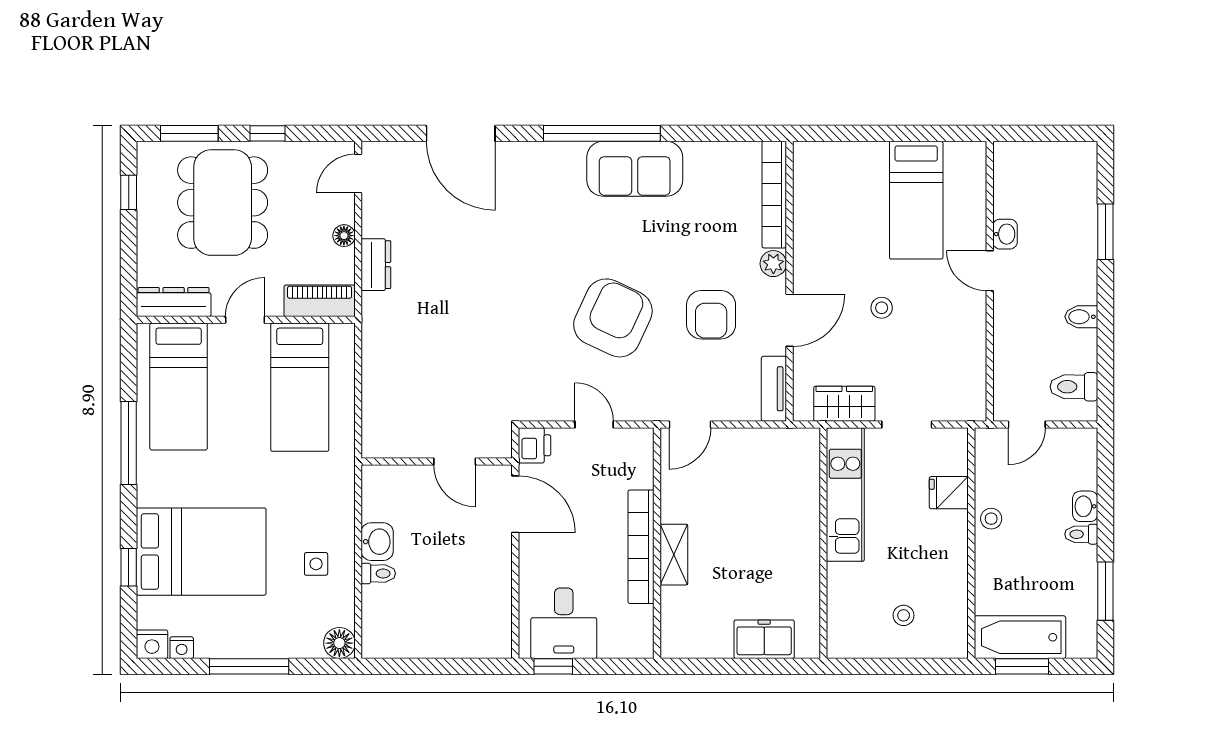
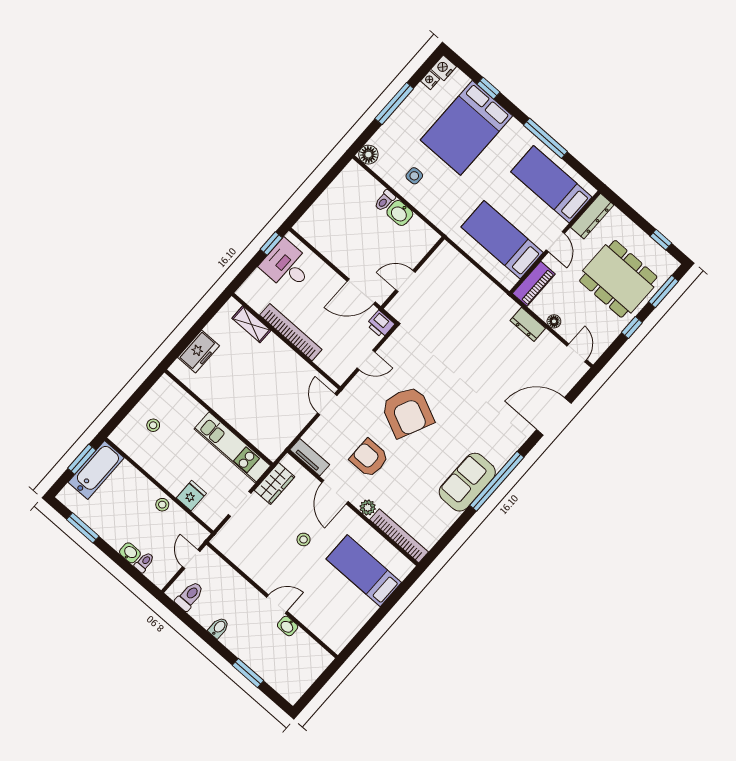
bed: (916, 200) -> (364, 571), moved
toilet: (1081, 534) -> (144, 562), moved
shelving: (674, 555) -> (251, 324), moved

